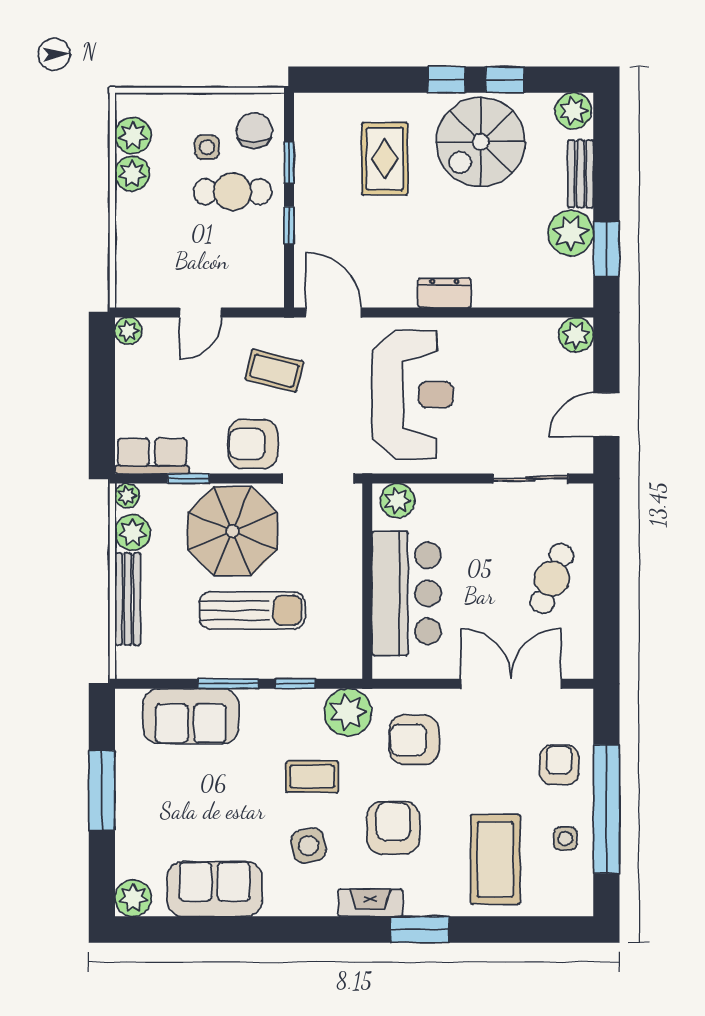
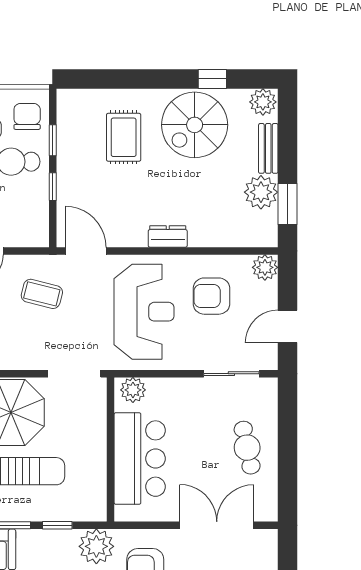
window: (447, 80) -> (169, 79), removed
armchair: (253, 444) -> (211, 296), moved
cafe table: (552, 579) -> (247, 448), turned -34

